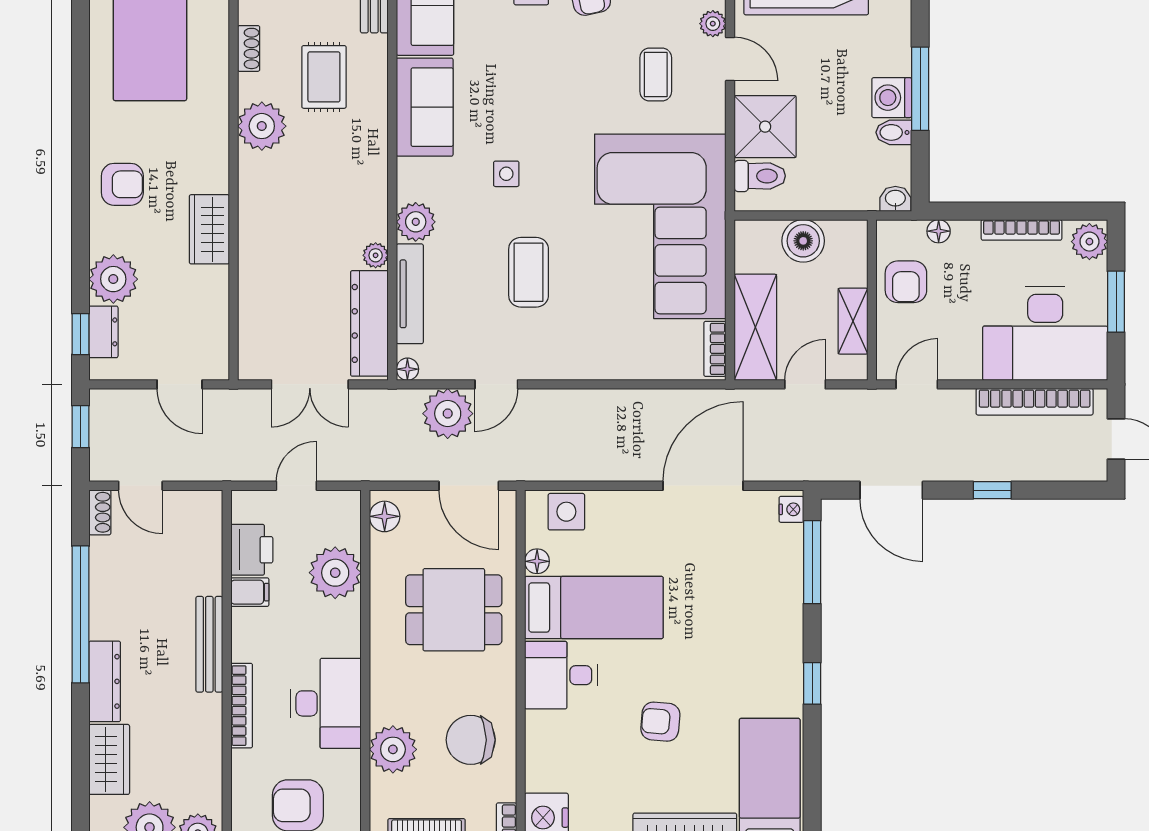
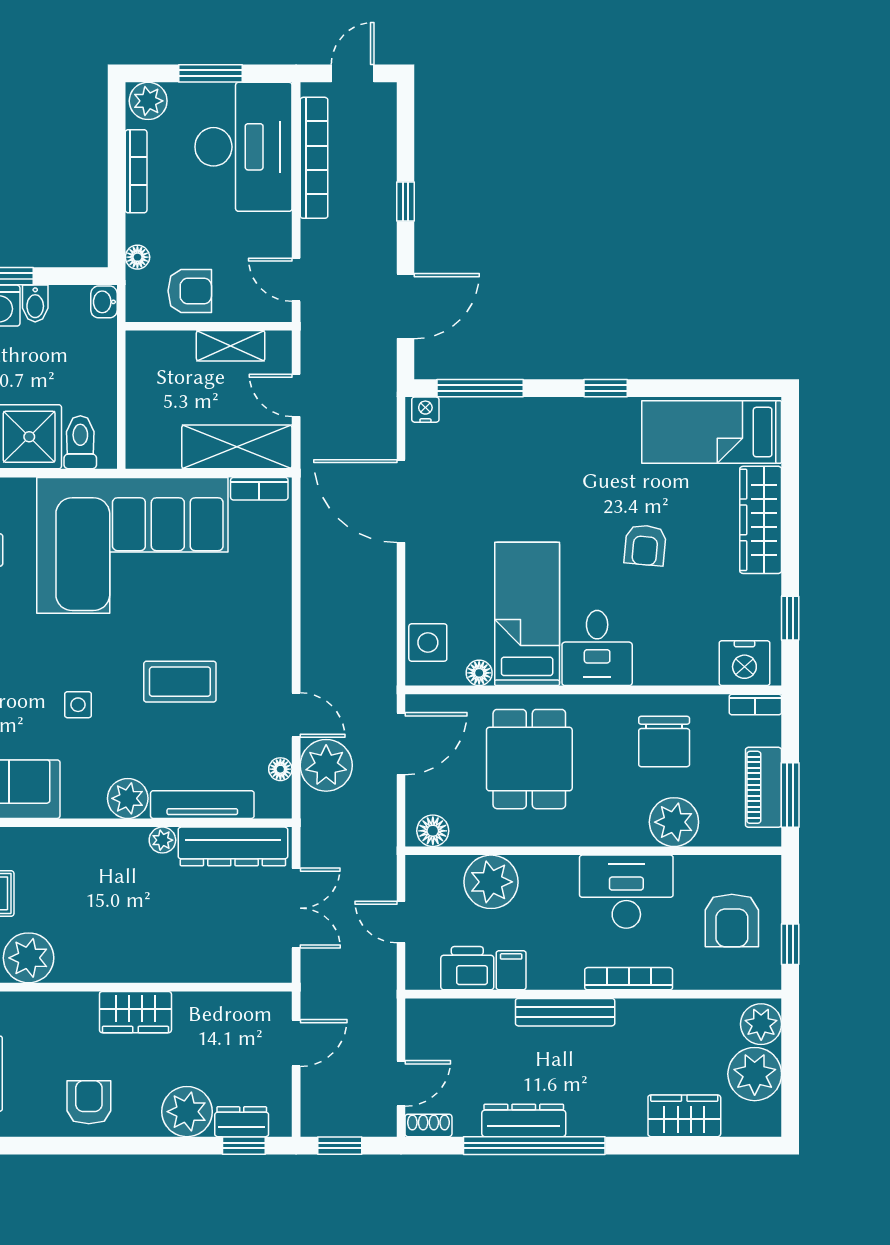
boiler: (803, 241) -> (147, 397), removed
floor lamp: (407, 369) -> (280, 769), moved
dresser: (105, 681) -> (524, 1120), moved

